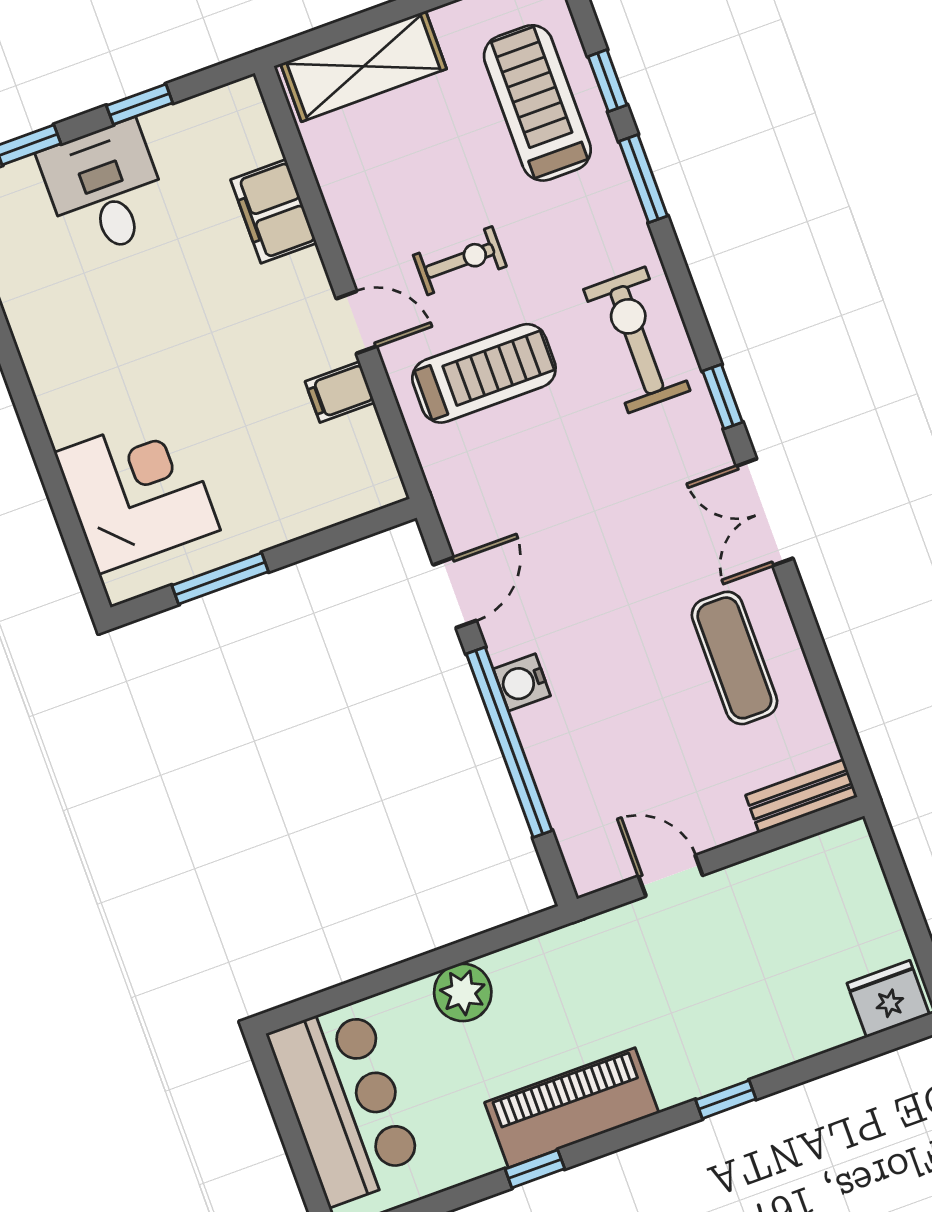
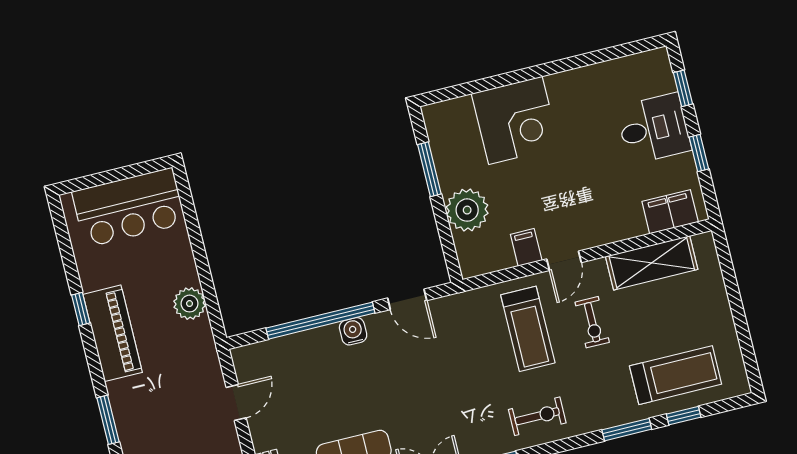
shelving: (364, 66) -> (652, 263), moved, turned 90
filing cabinet: (274, 211) -> (670, 212), moved
exercise bike: (637, 340) -> (537, 416), width x0.73, depth x0.72
corner desk: (137, 491) -> (515, 120), moved
plant: (285, 504) -> (467, 210), added
plant: (463, 992) -> (190, 304), moved
window: (726, 1099) -> (108, 420), width x1.50

